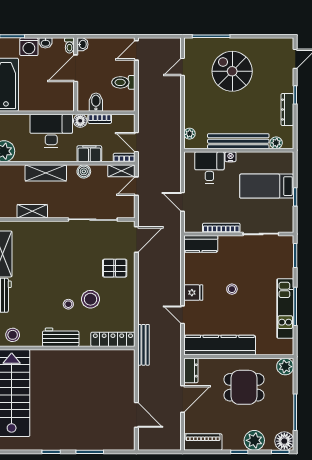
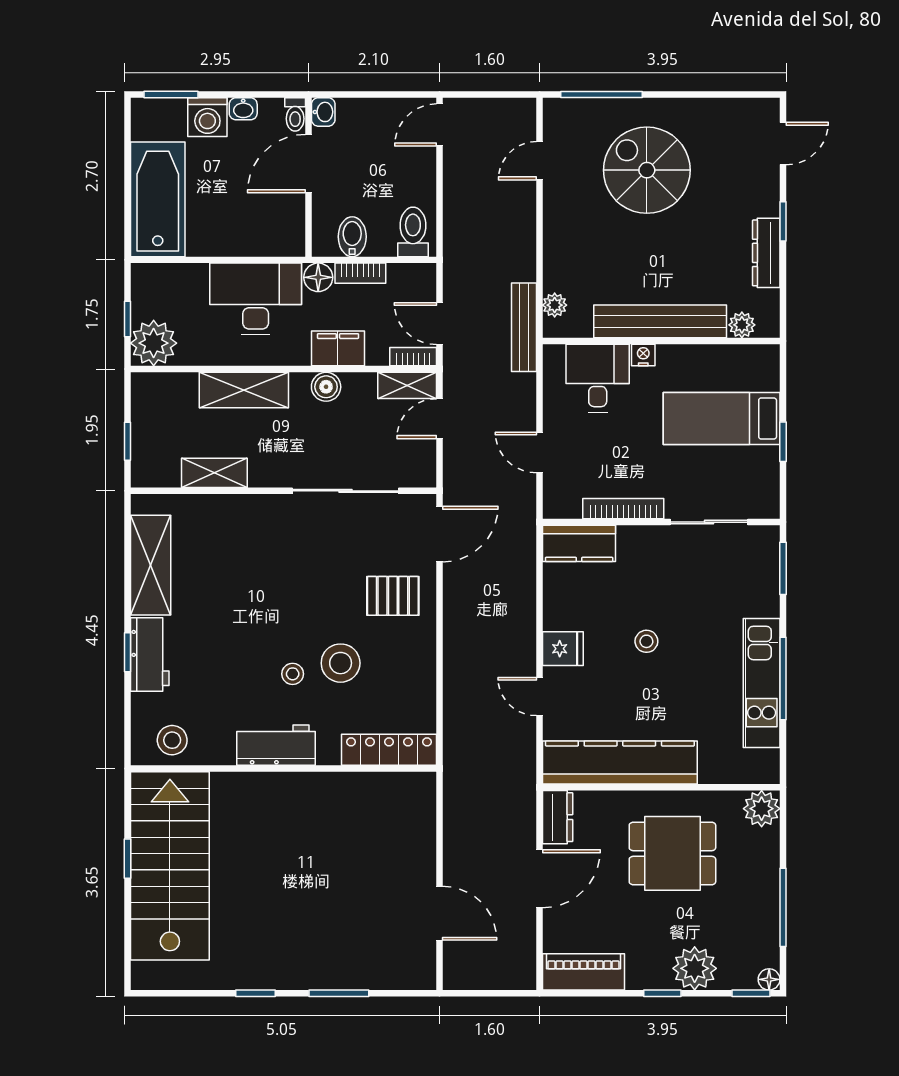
toilet: (123, 82) -> (413, 232), moved, turned 90
bench: (143, 345) -> (524, 327), moved
floor lamp: (284, 441) -> (769, 979), width x0.53, depth x0.53

